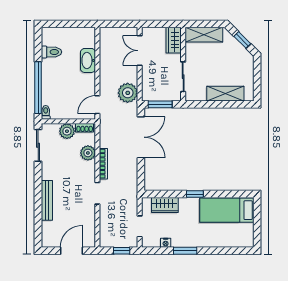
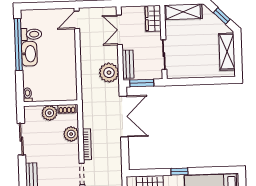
washbasin: (88, 60) -> (29, 54), moved, turned 180
bench: (147, 85) -> (128, 64), added
window: (38, 88) -> (18, 44), moved
shelving: (225, 94) -> (227, 52), moved, turned 90
door: (97, 105) -> (77, 20), moved
sliding door: (38, 145) -> (21, 139), moved

